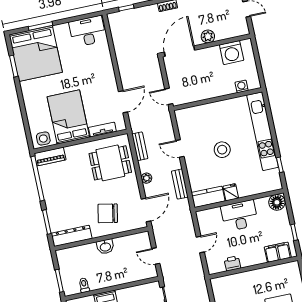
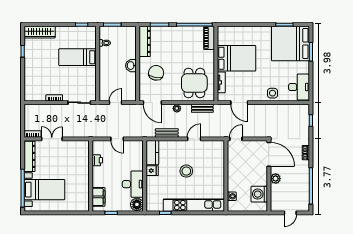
side table: (43, 139) -> (272, 93), moved
desk: (239, 216) -> (133, 184), moved

